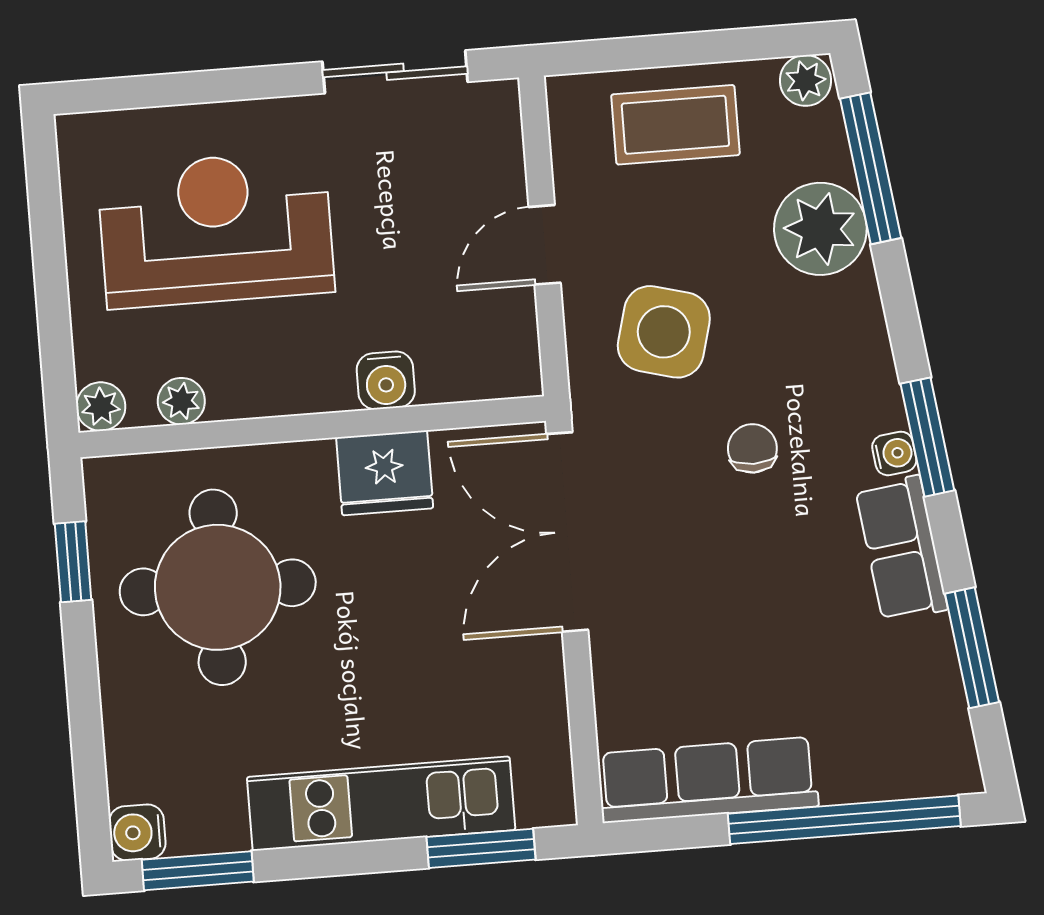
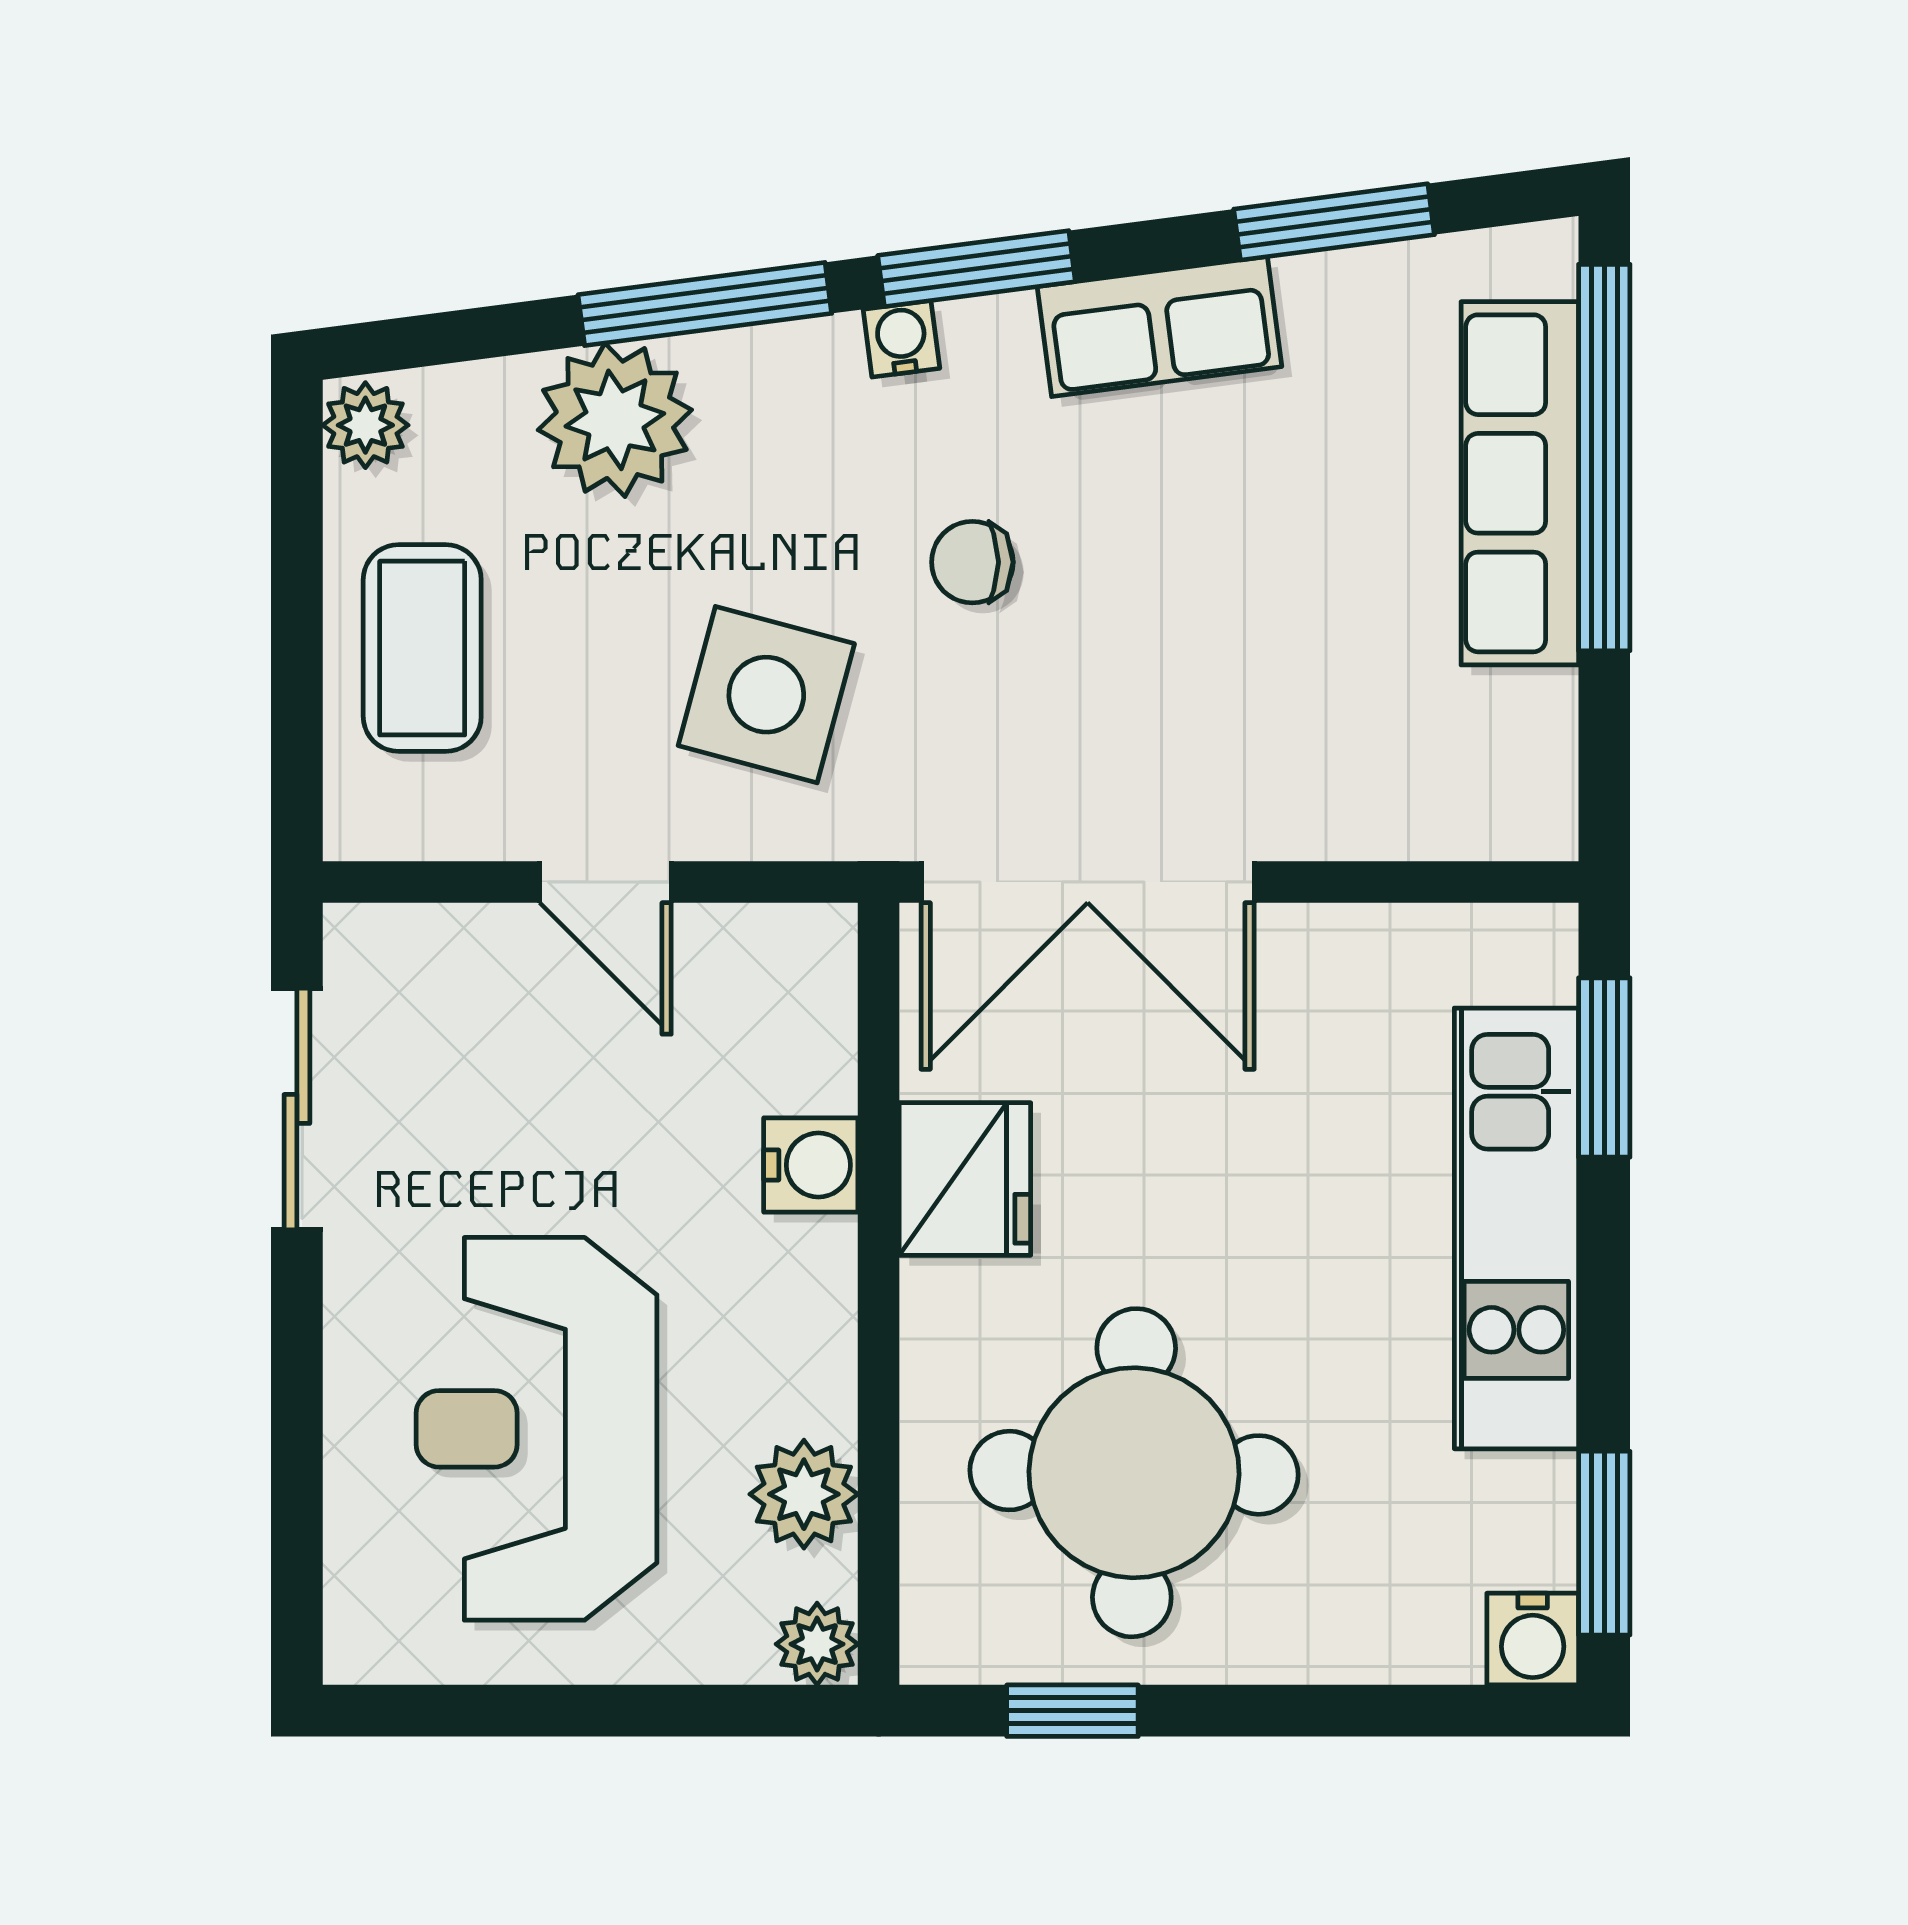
window: (871, 168) -> (705, 304), moved
plant: (181, 401) -> (804, 1494), width x1.38, depth x1.38
water cooler: (894, 453) -> (901, 339), moved
row of seats: (708, 780) -> (1520, 483), moved

